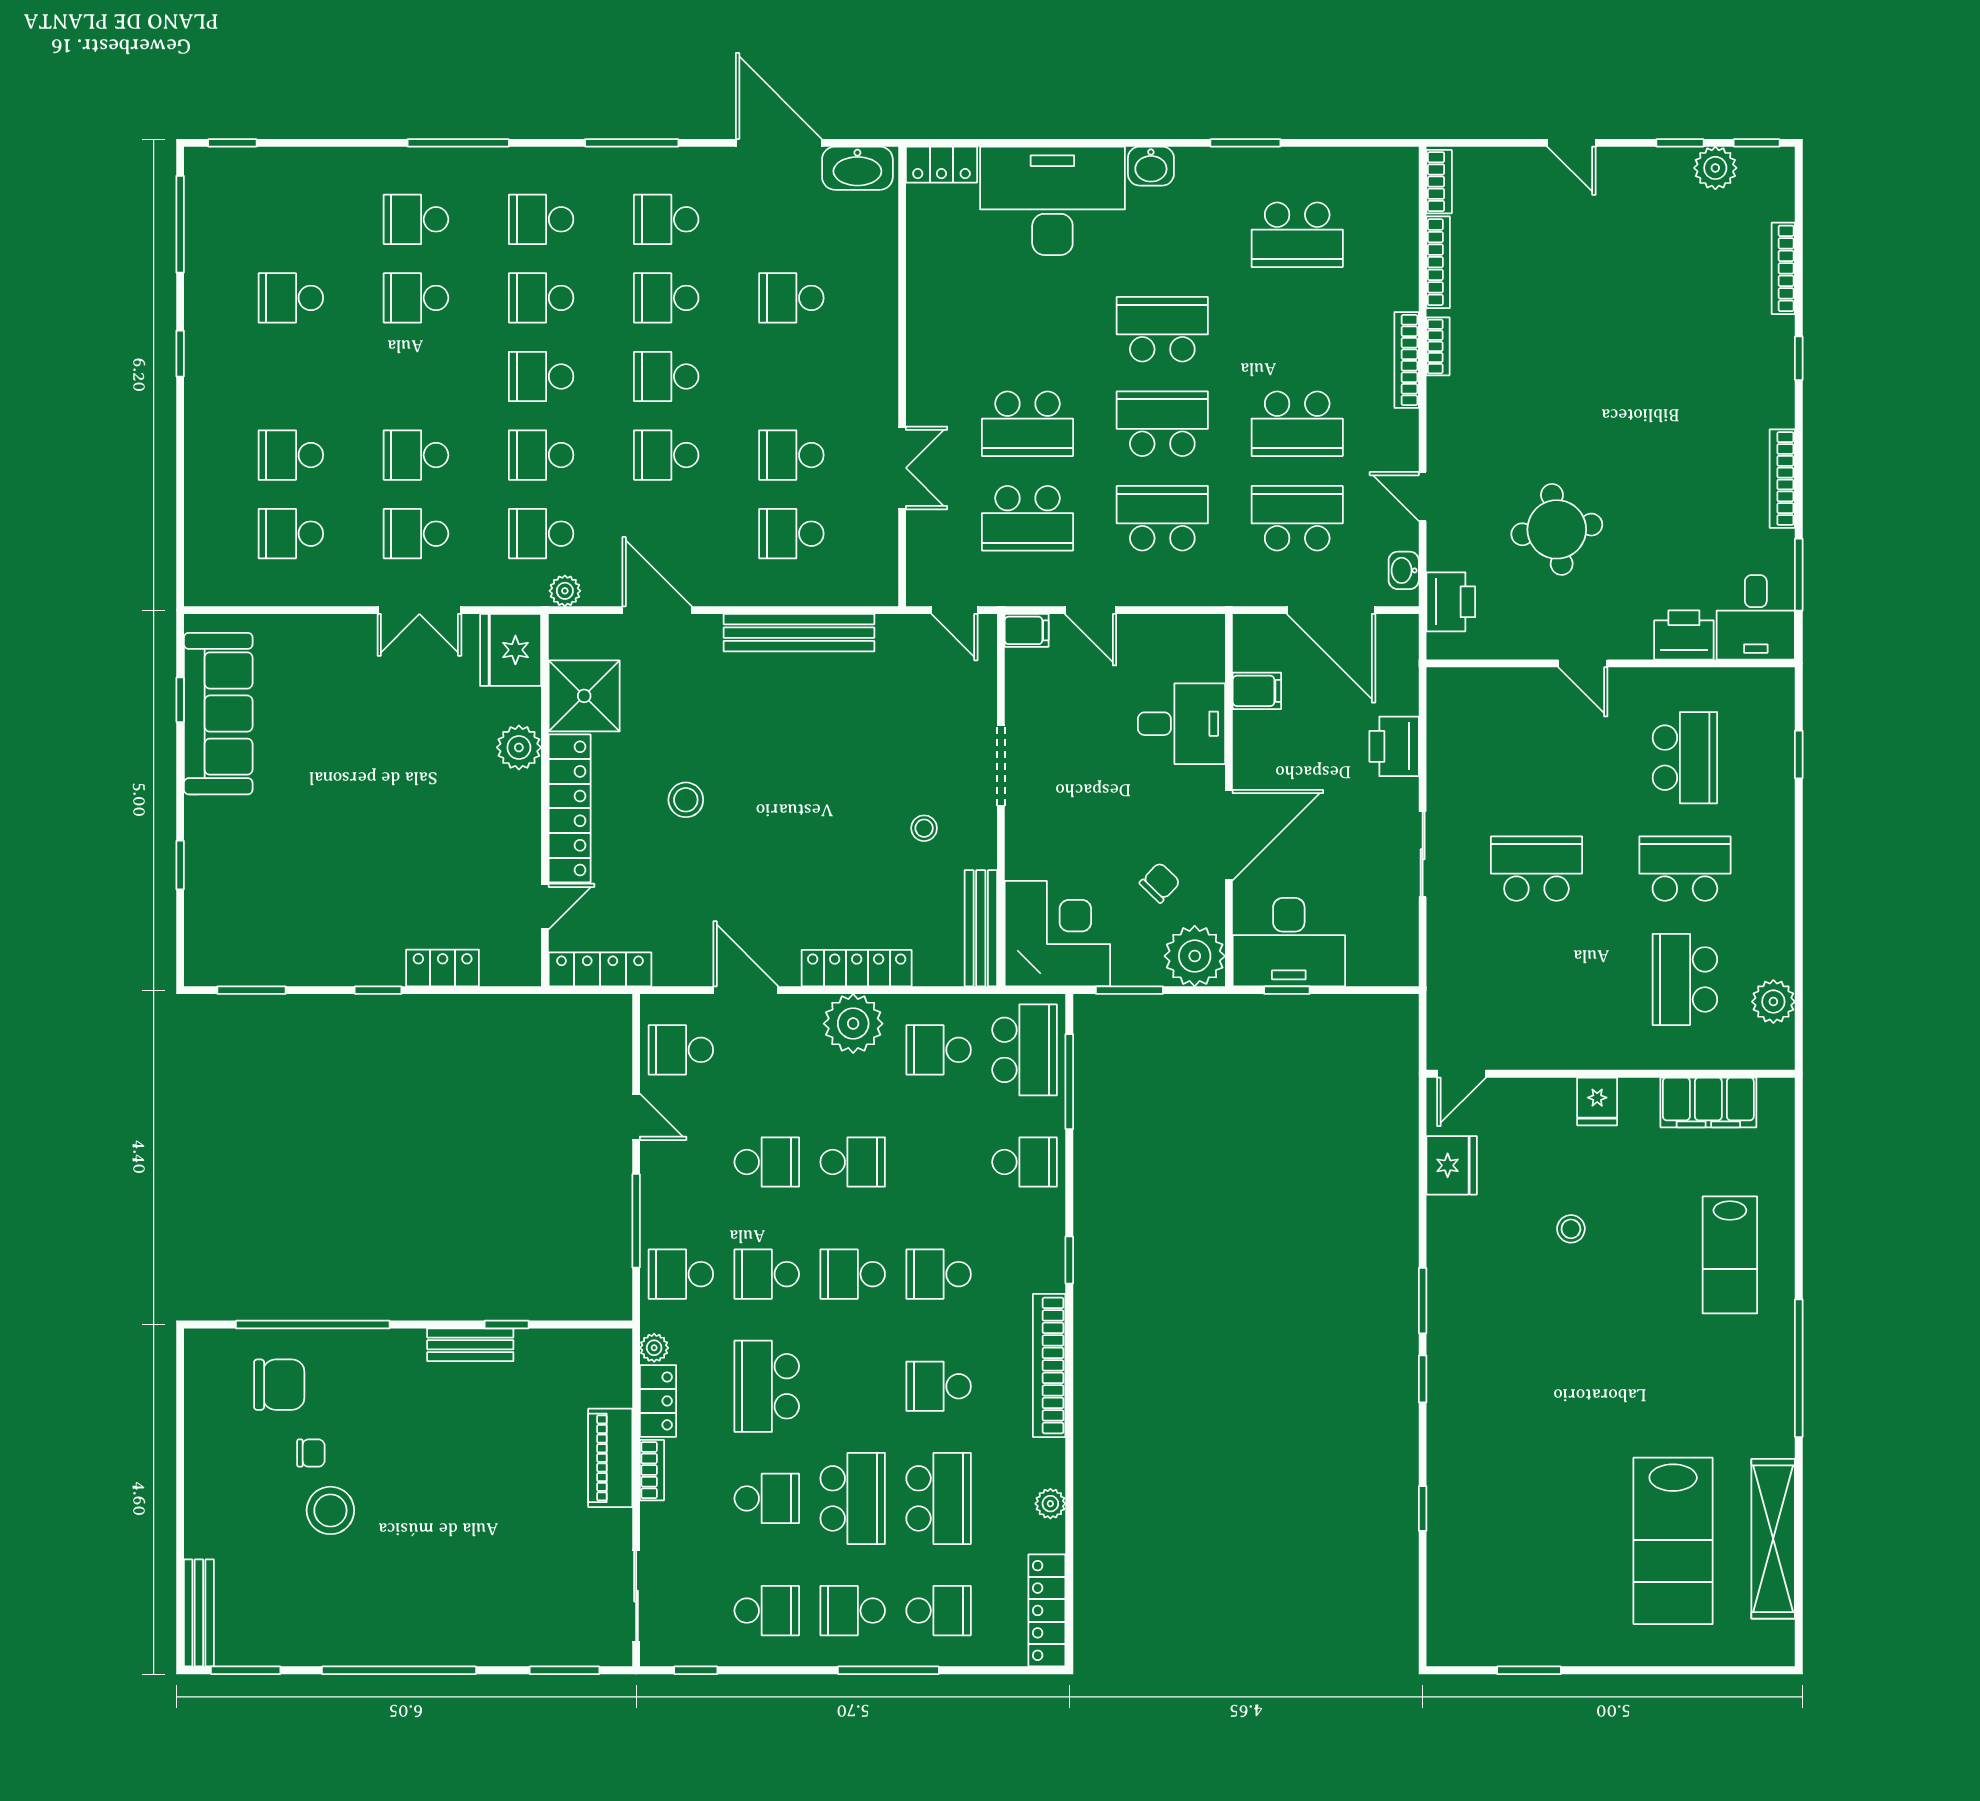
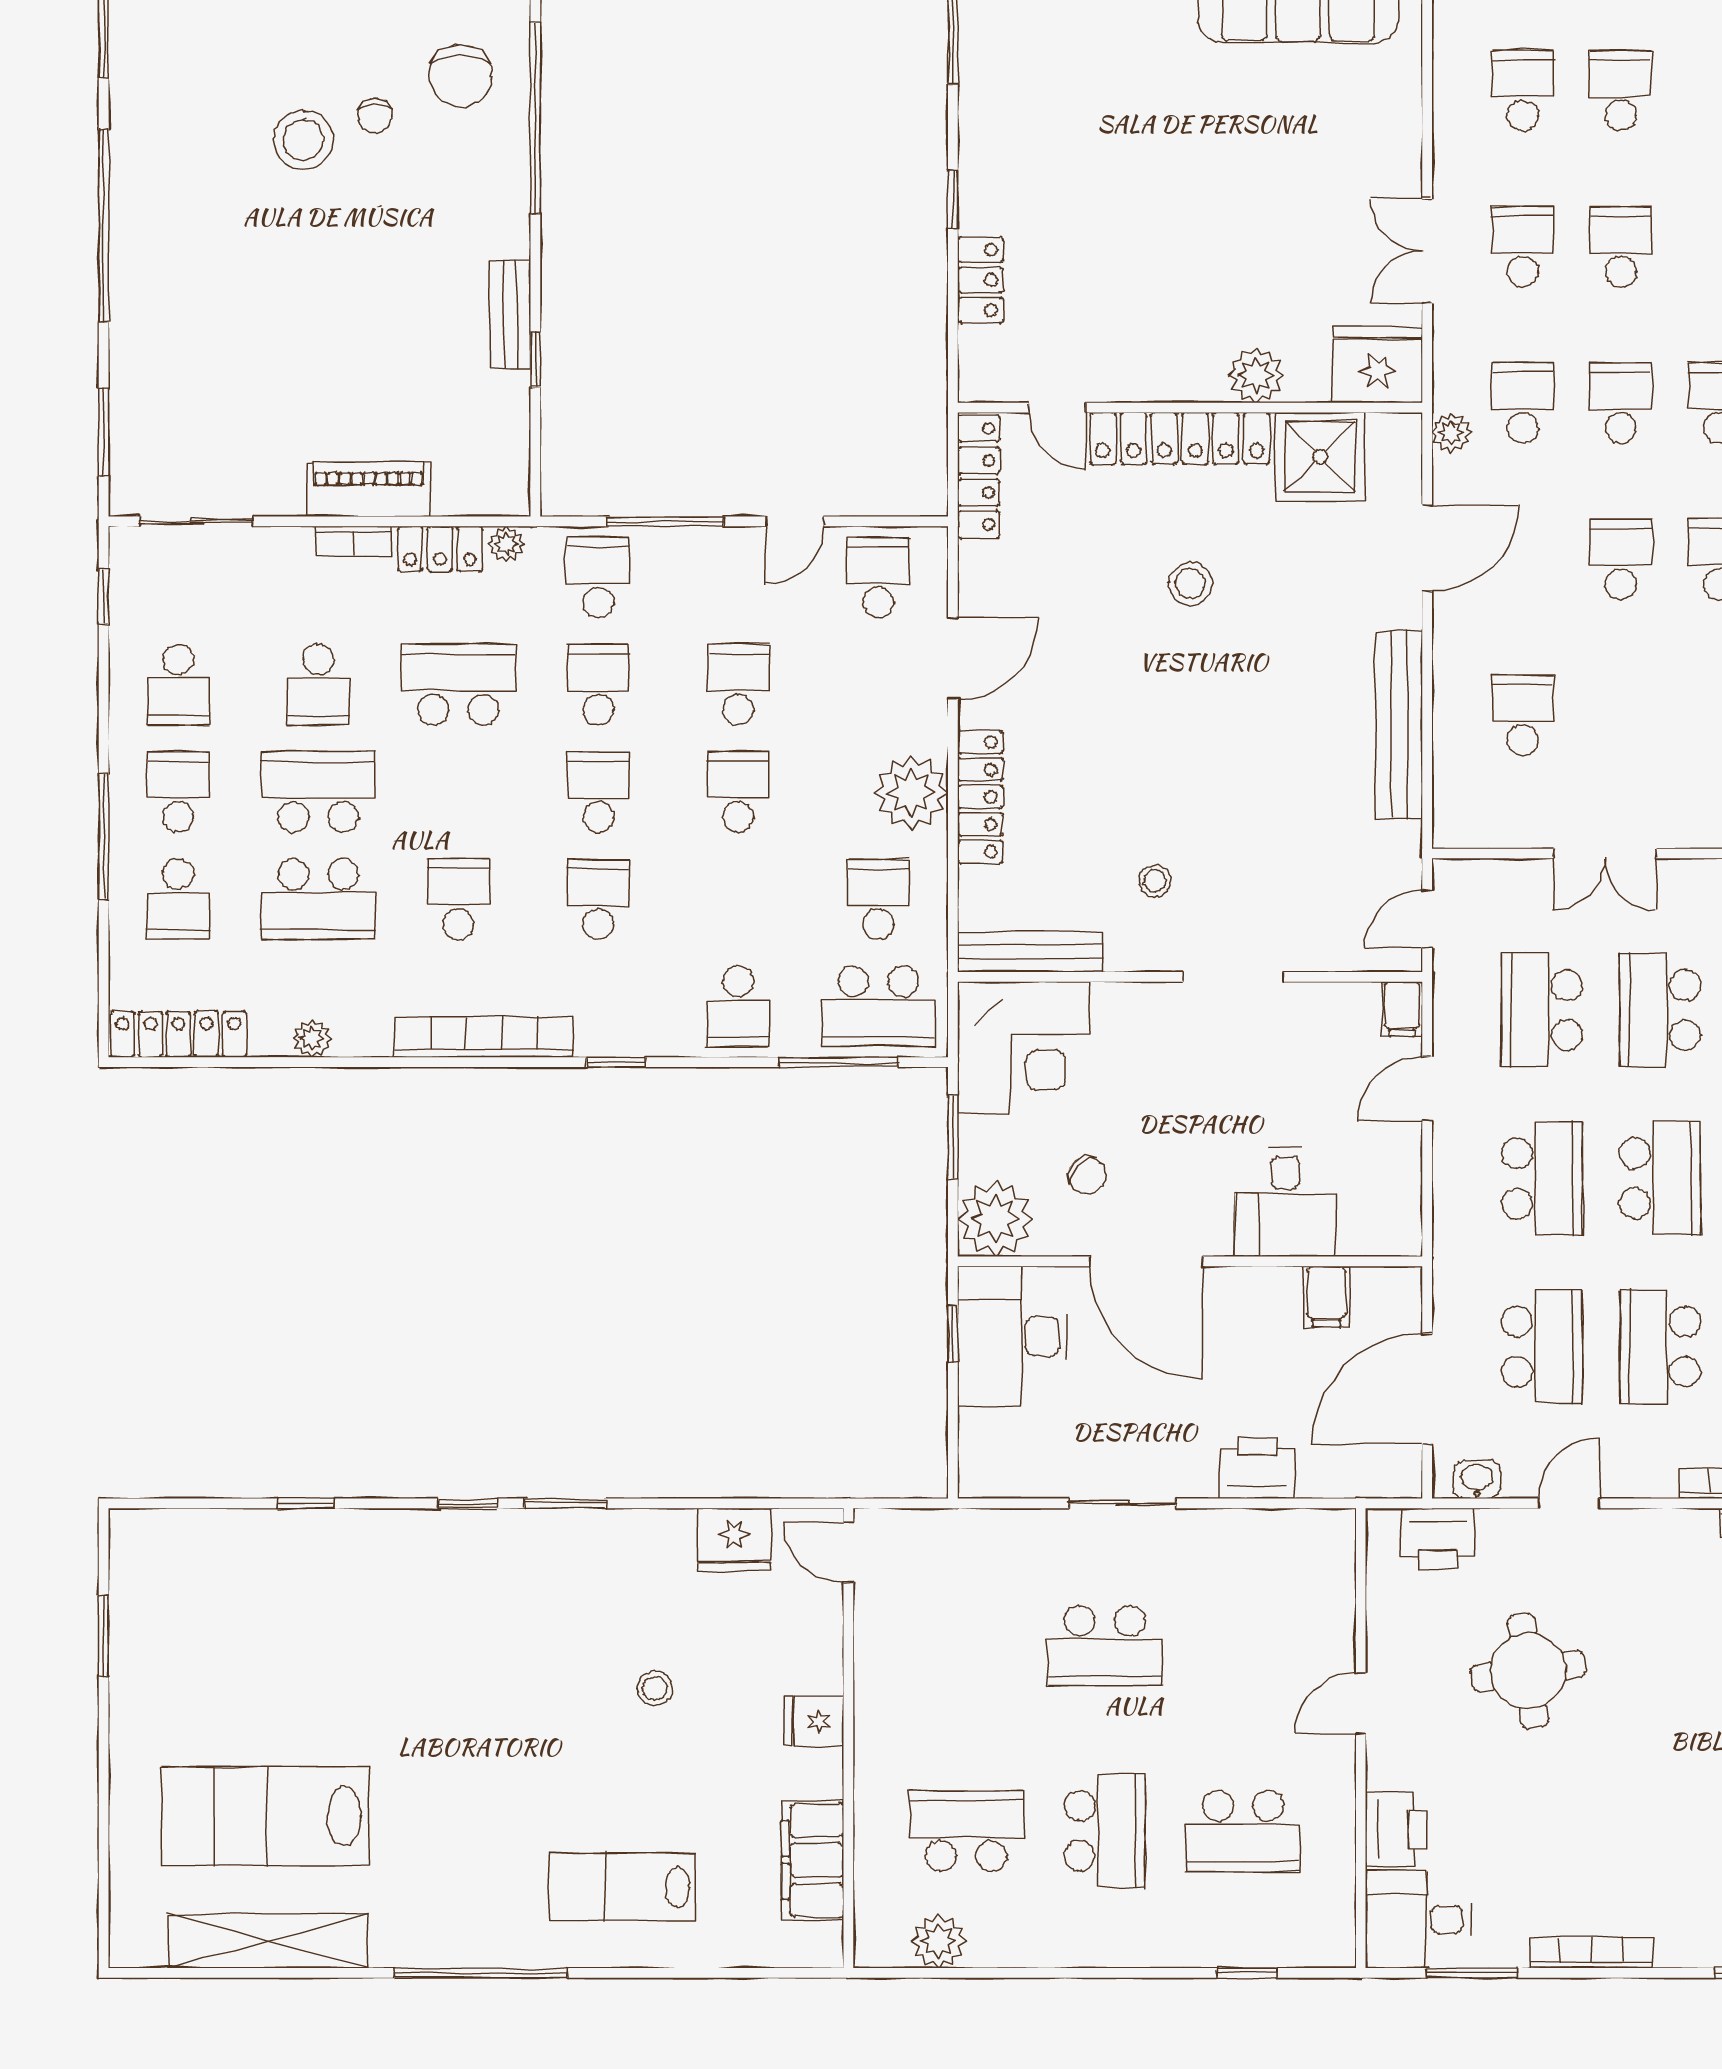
school desk: (791, 455) -> (1621, 715), removed
school desk: (1536, 869) -> (1105, 1646), turned 90
school desk: (767, 1162) -> (738, 685), turned 180
school desk: (853, 1162) -> (738, 792), turned 180
school desk: (853, 1498) -> (318, 792), turned 180

